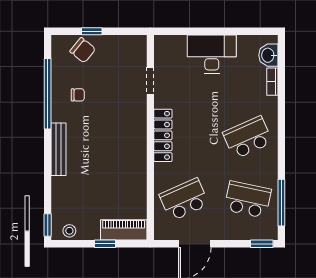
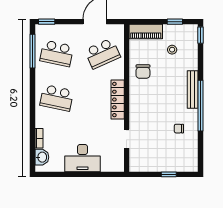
chair: (83, 50) -> (143, 72), moved, turned -129
window: (48, 94) -> (200, 106), moved
school desk: (248, 137) -> (57, 98), turned 36
stool: (69, 231) -> (172, 50), moved
window: (105, 244) -> (175, 22), moved

